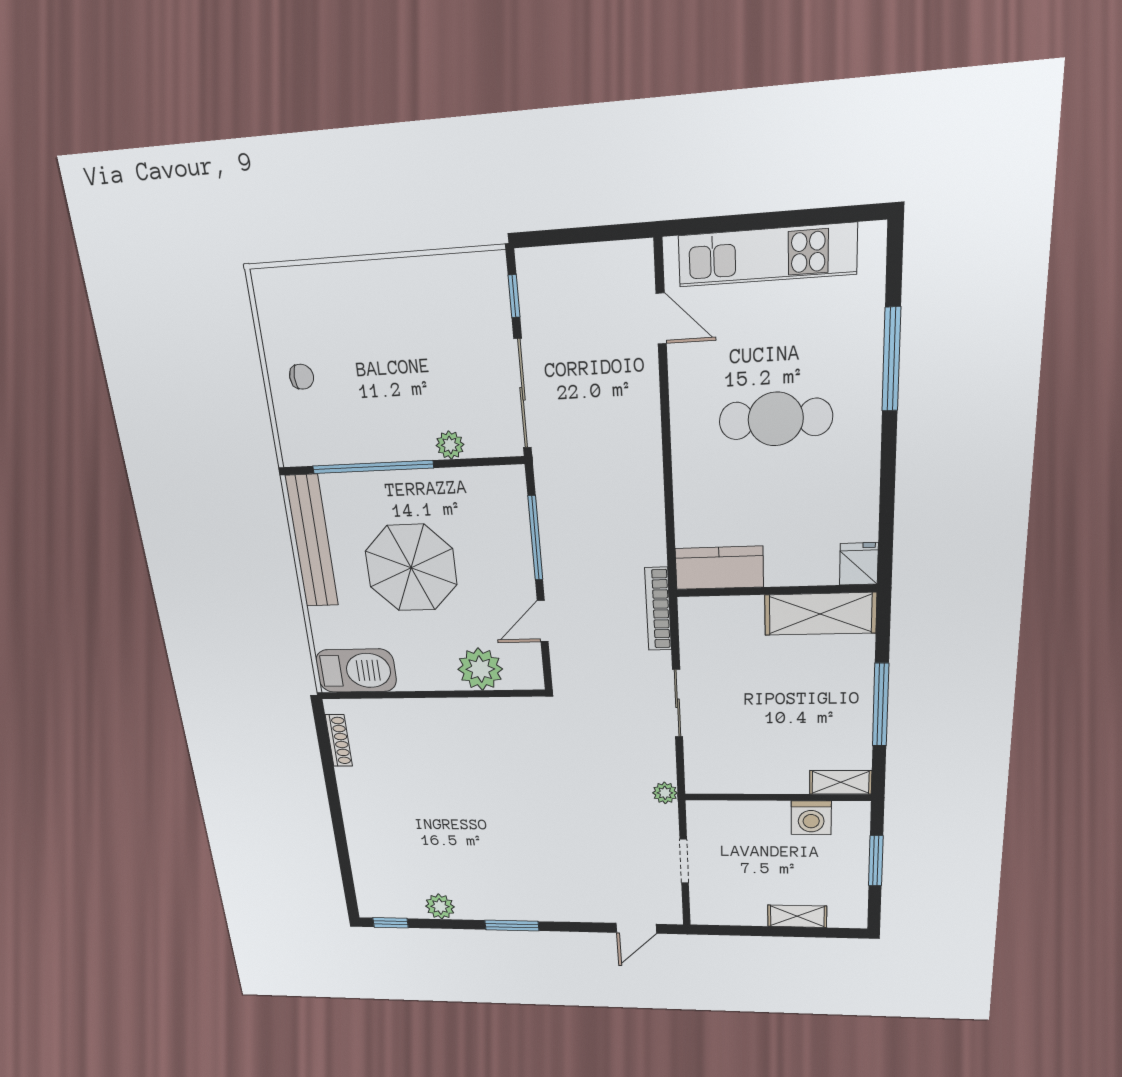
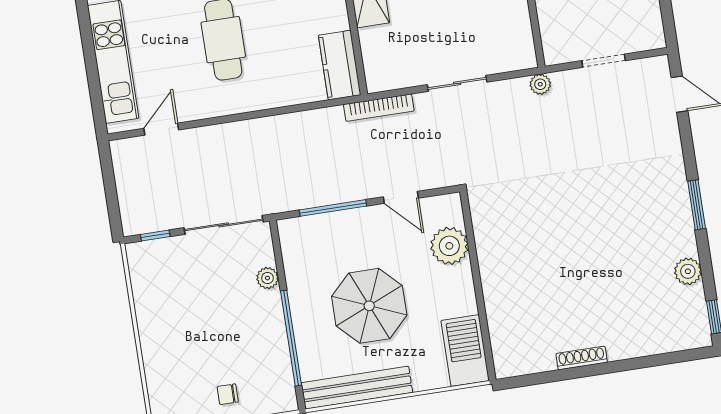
chair: (302, 377) -> (228, 394), turned -90
shoe rack: (339, 741) -> (582, 358), moved

